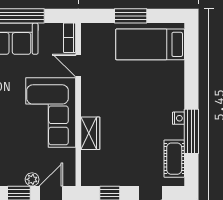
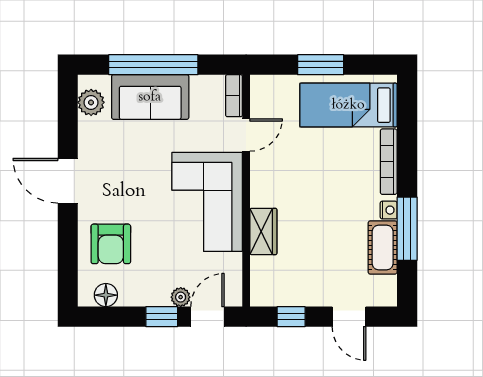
door: (78, 65) -> (246, 135), swing flipped
bookcase: (178, 84) -> (389, 162), added
cot: (174, 159) -> (383, 248), moved

